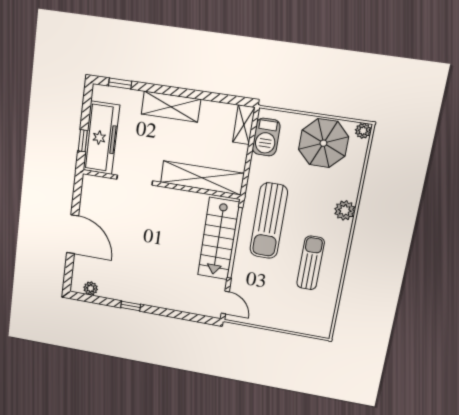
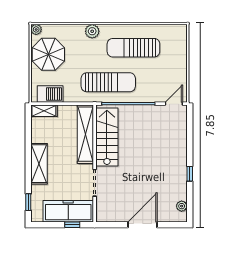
stairs: (218, 239) -> (107, 137), moved, turned -90
sun lounger: (311, 263) -> (133, 48), width x1.36, depth x1.34

